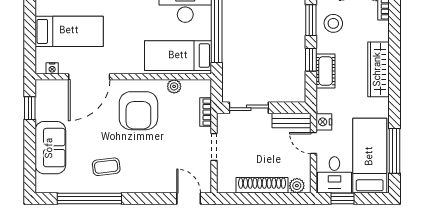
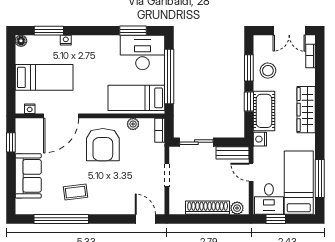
cot: (326, 71) -> (264, 111), width x1.37, depth x1.34
bookcase: (206, 112) -> (160, 130), moved
nightstand: (324, 122) -> (260, 139), moved

